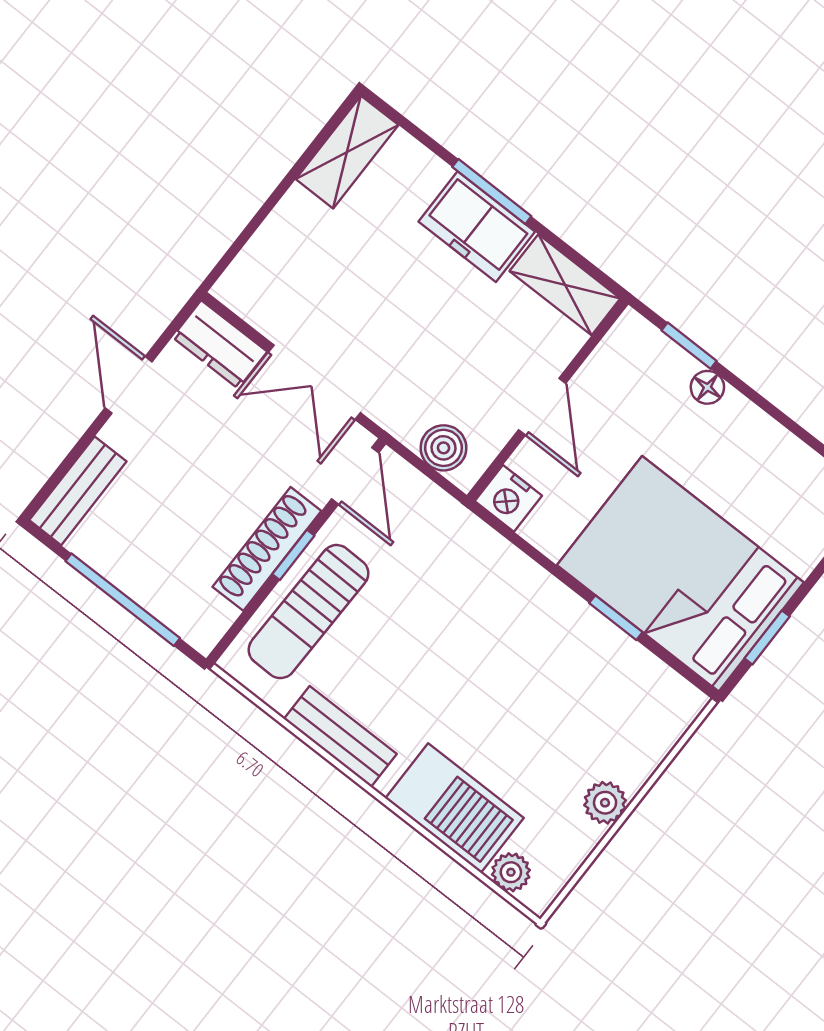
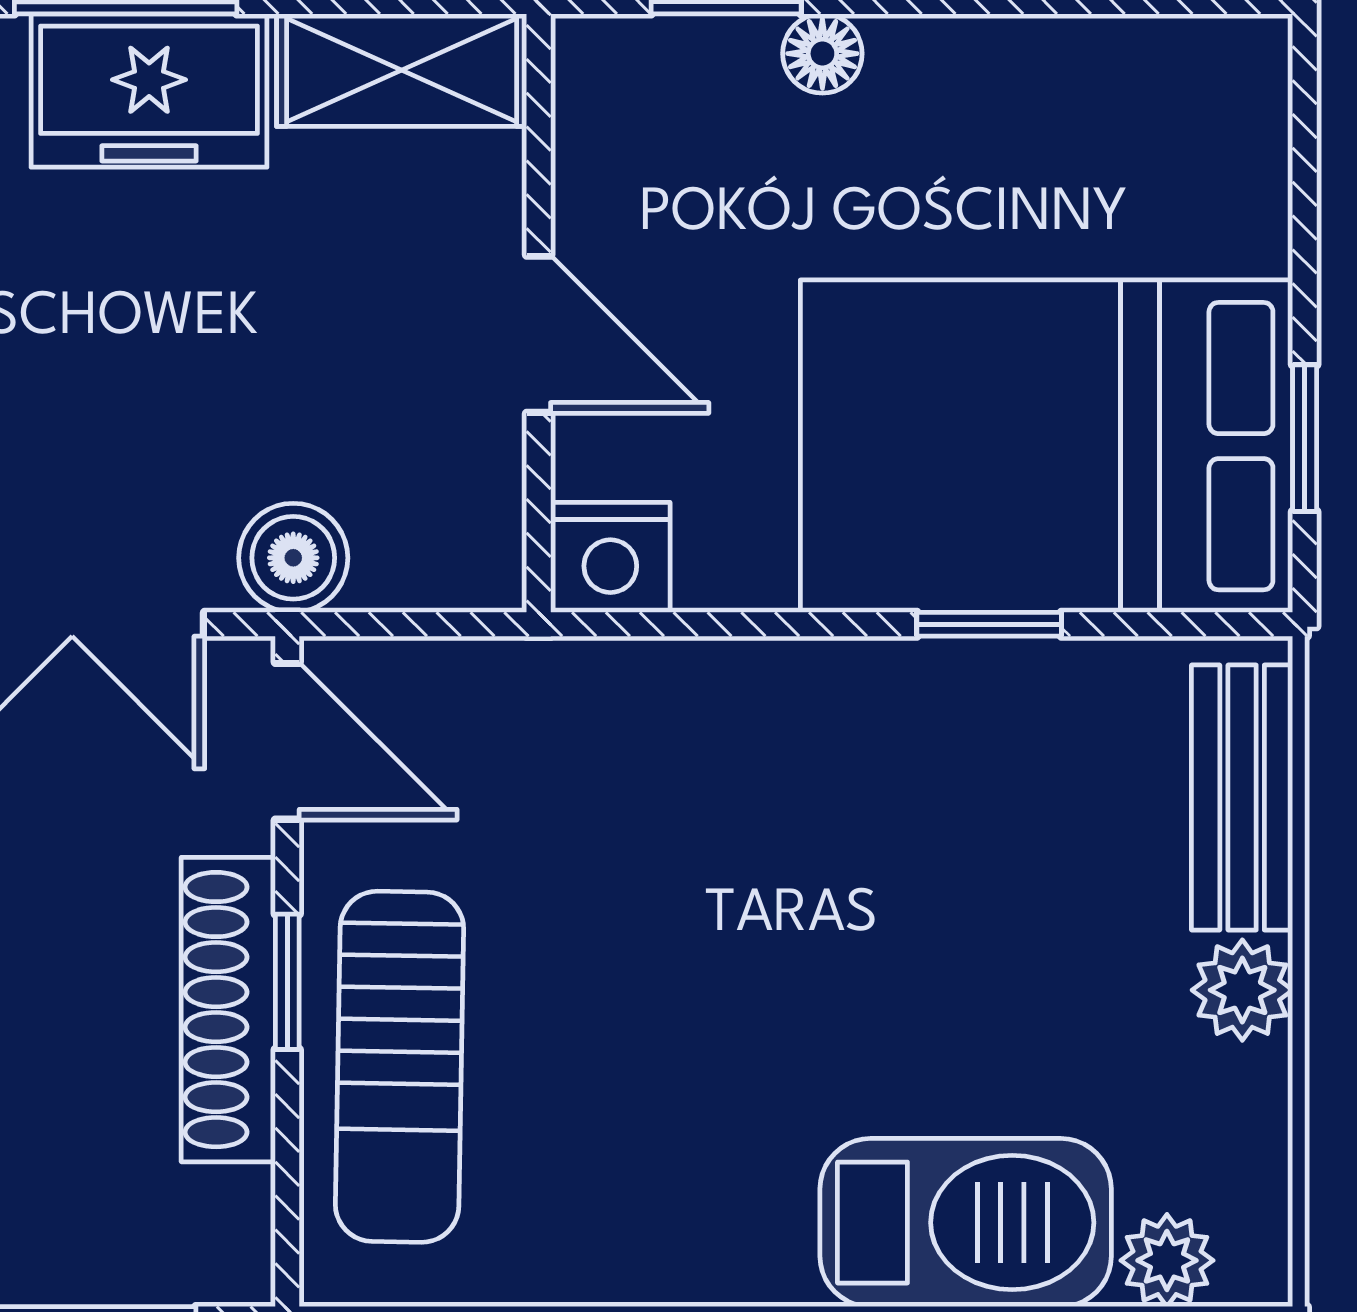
boiler: (443, 448) -> (293, 558), moved
bench: (340, 736) -> (1242, 797), moved, turned 90

